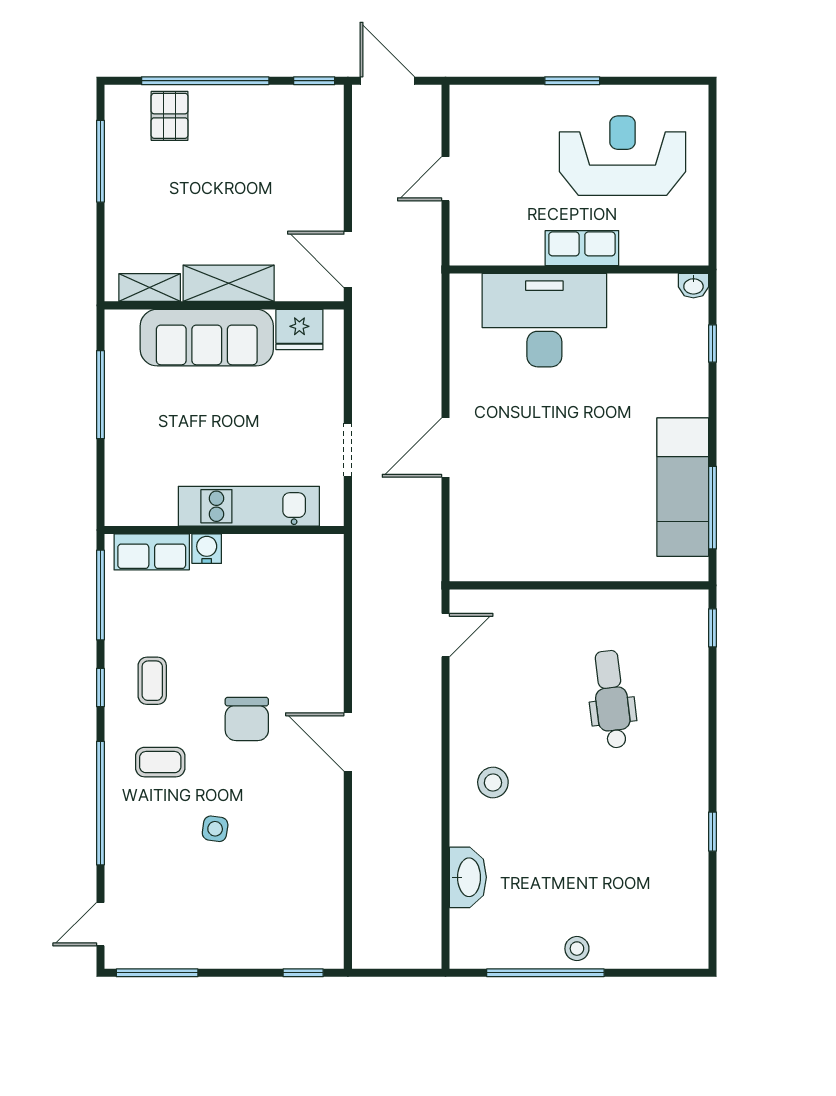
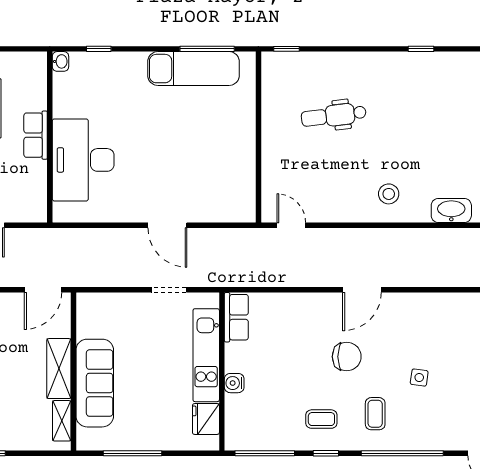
fridge: (299, 330) -> (206, 419), moved, turned 180
row of seats: (152, 552) -> (236, 317), moved

